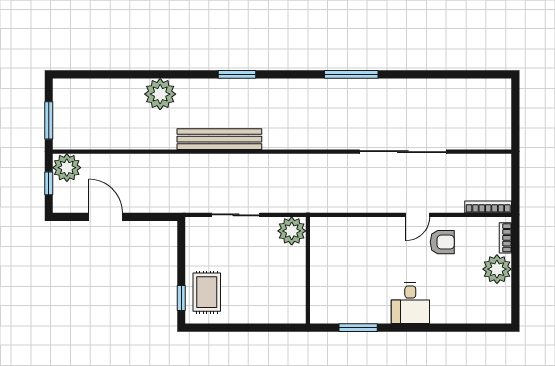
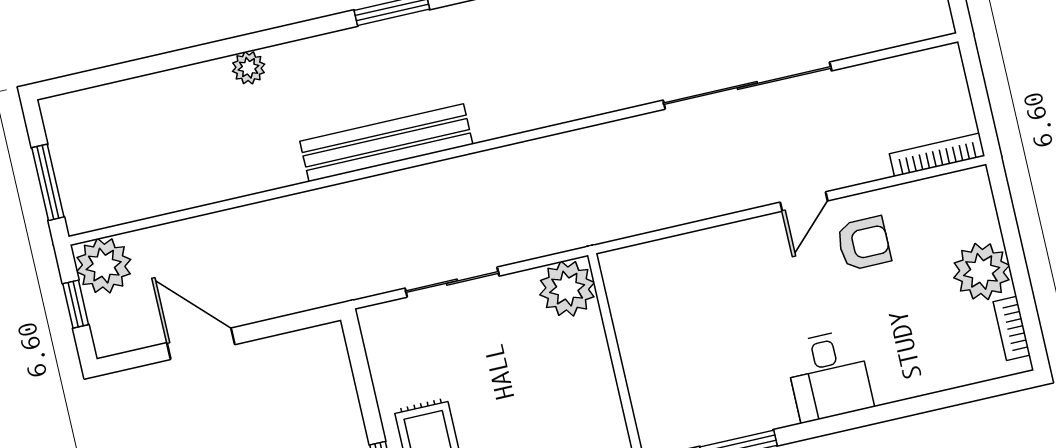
plant: (160, 94) -> (249, 68), width x0.53, depth x0.53
bookcase: (505, 238) -> (1012, 328), moved

